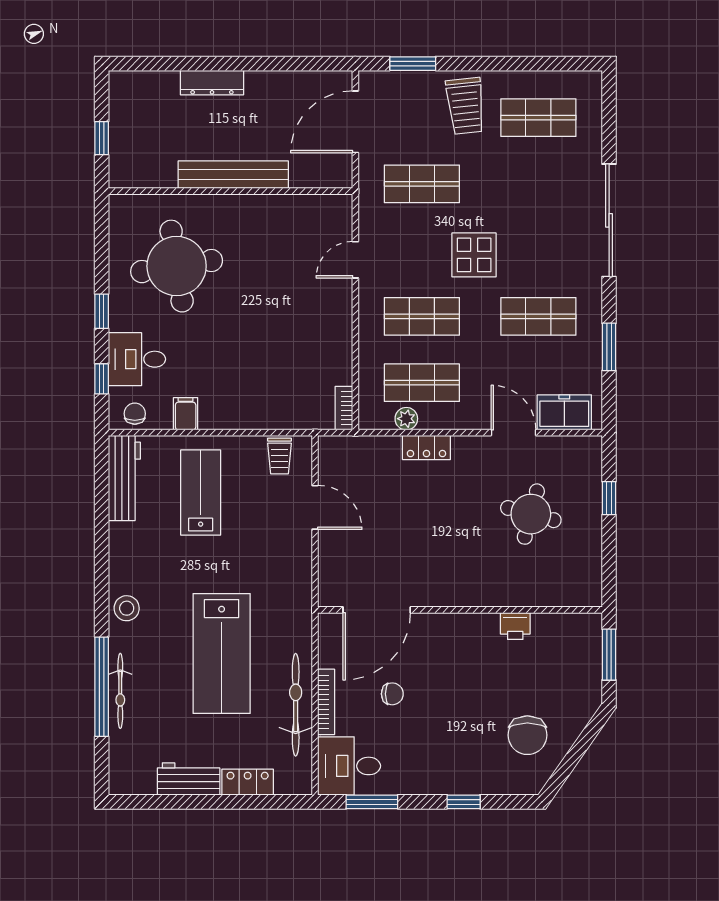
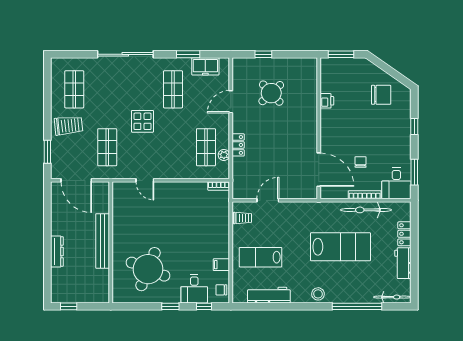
window: (102, 138) -> (69, 306), moved
round table: (177, 266) -> (148, 269), turned 31
shop shelf: (422, 316) -> (173, 147), removed
freezer: (564, 412) -> (205, 66), moved, turned -90
workbench: (124, 478) -> (269, 295), moved
round table: (531, 514) -> (271, 93), turned 32
bicycle: (120, 691) -> (392, 297), moved

